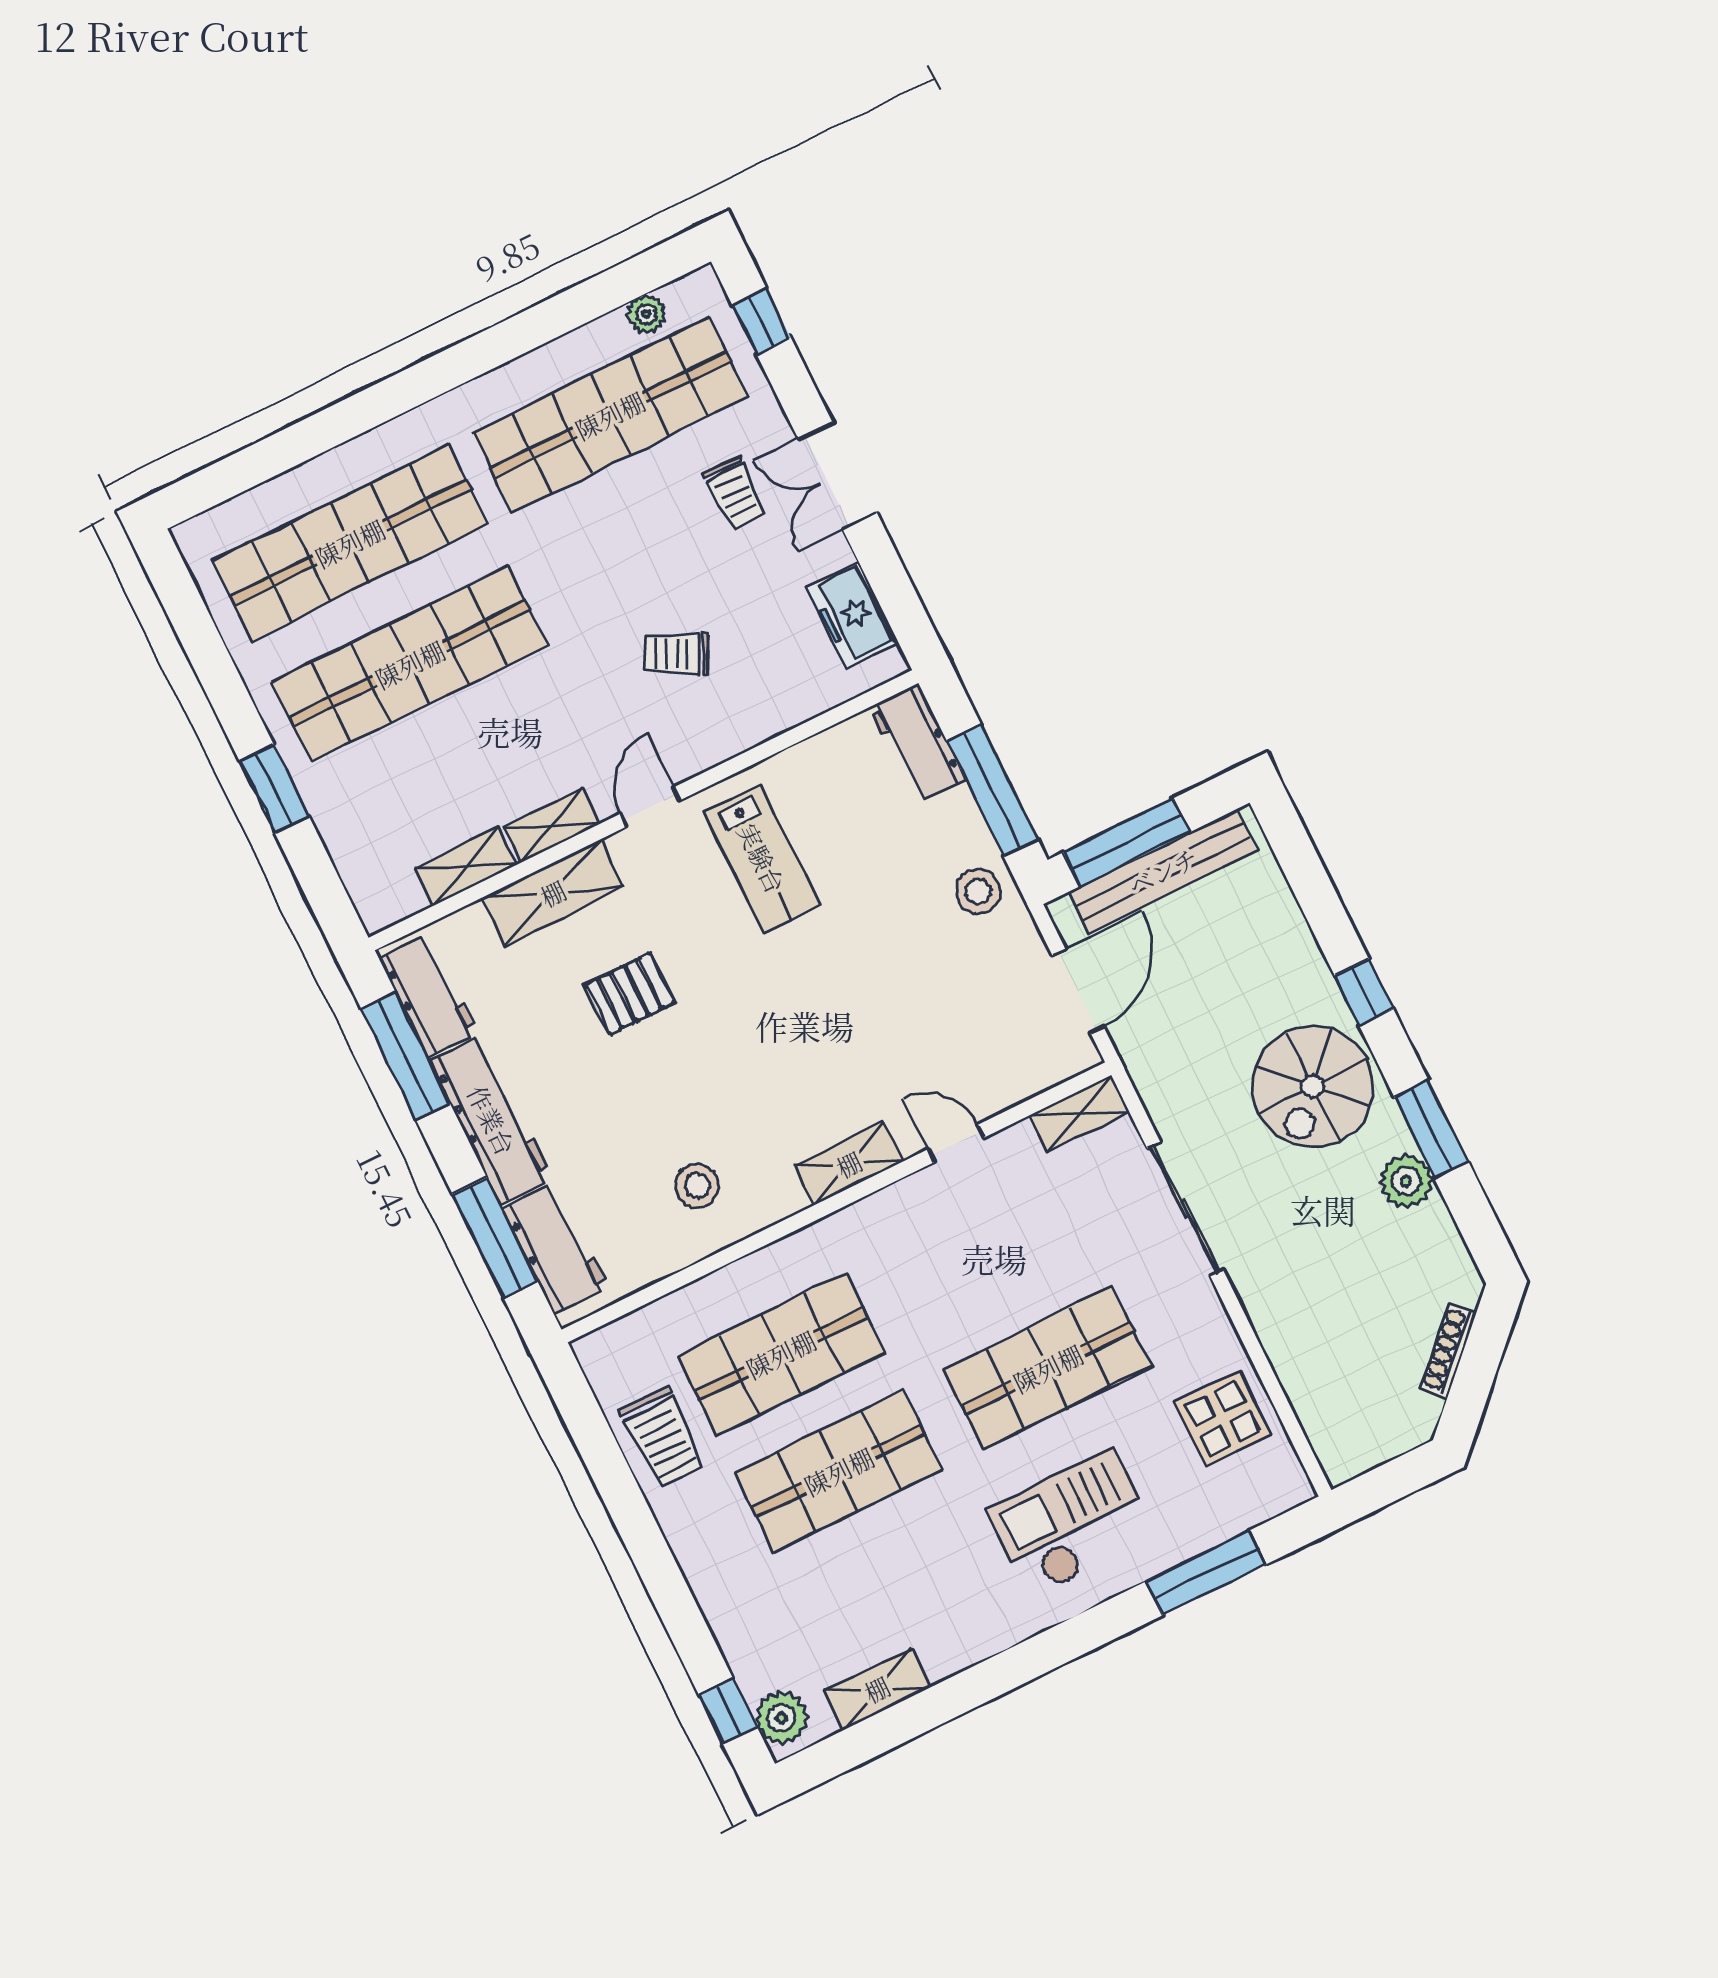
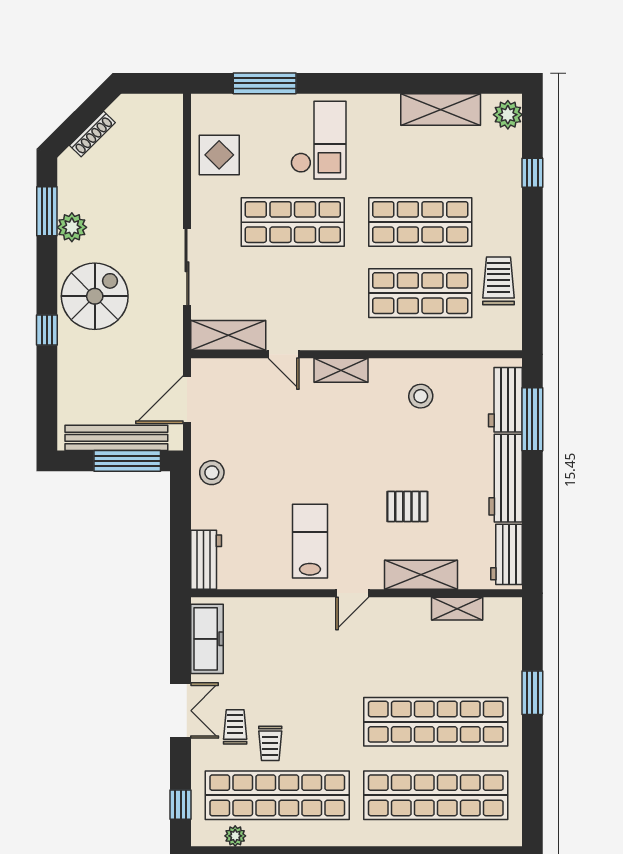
freezer: (852, 615) -> (207, 639), width x1.40
trolley: (676, 654) -> (270, 743), moved, turned 63
window: (992, 790) -> (181, 519), removed
shelving: (551, 825) -> (405, 608), removed
window: (406, 1056) -> (532, 530), removed
shelving: (1079, 1113) -> (228, 335), width x1.50, depth x1.33
window: (1431, 1129) -> (47, 211), moved
checkout: (1072, 1523) -> (318, 140), turned -90
shelving: (877, 1689) -> (441, 109), width x1.50, depth x1.33
window: (728, 1711) -> (532, 173), moved

